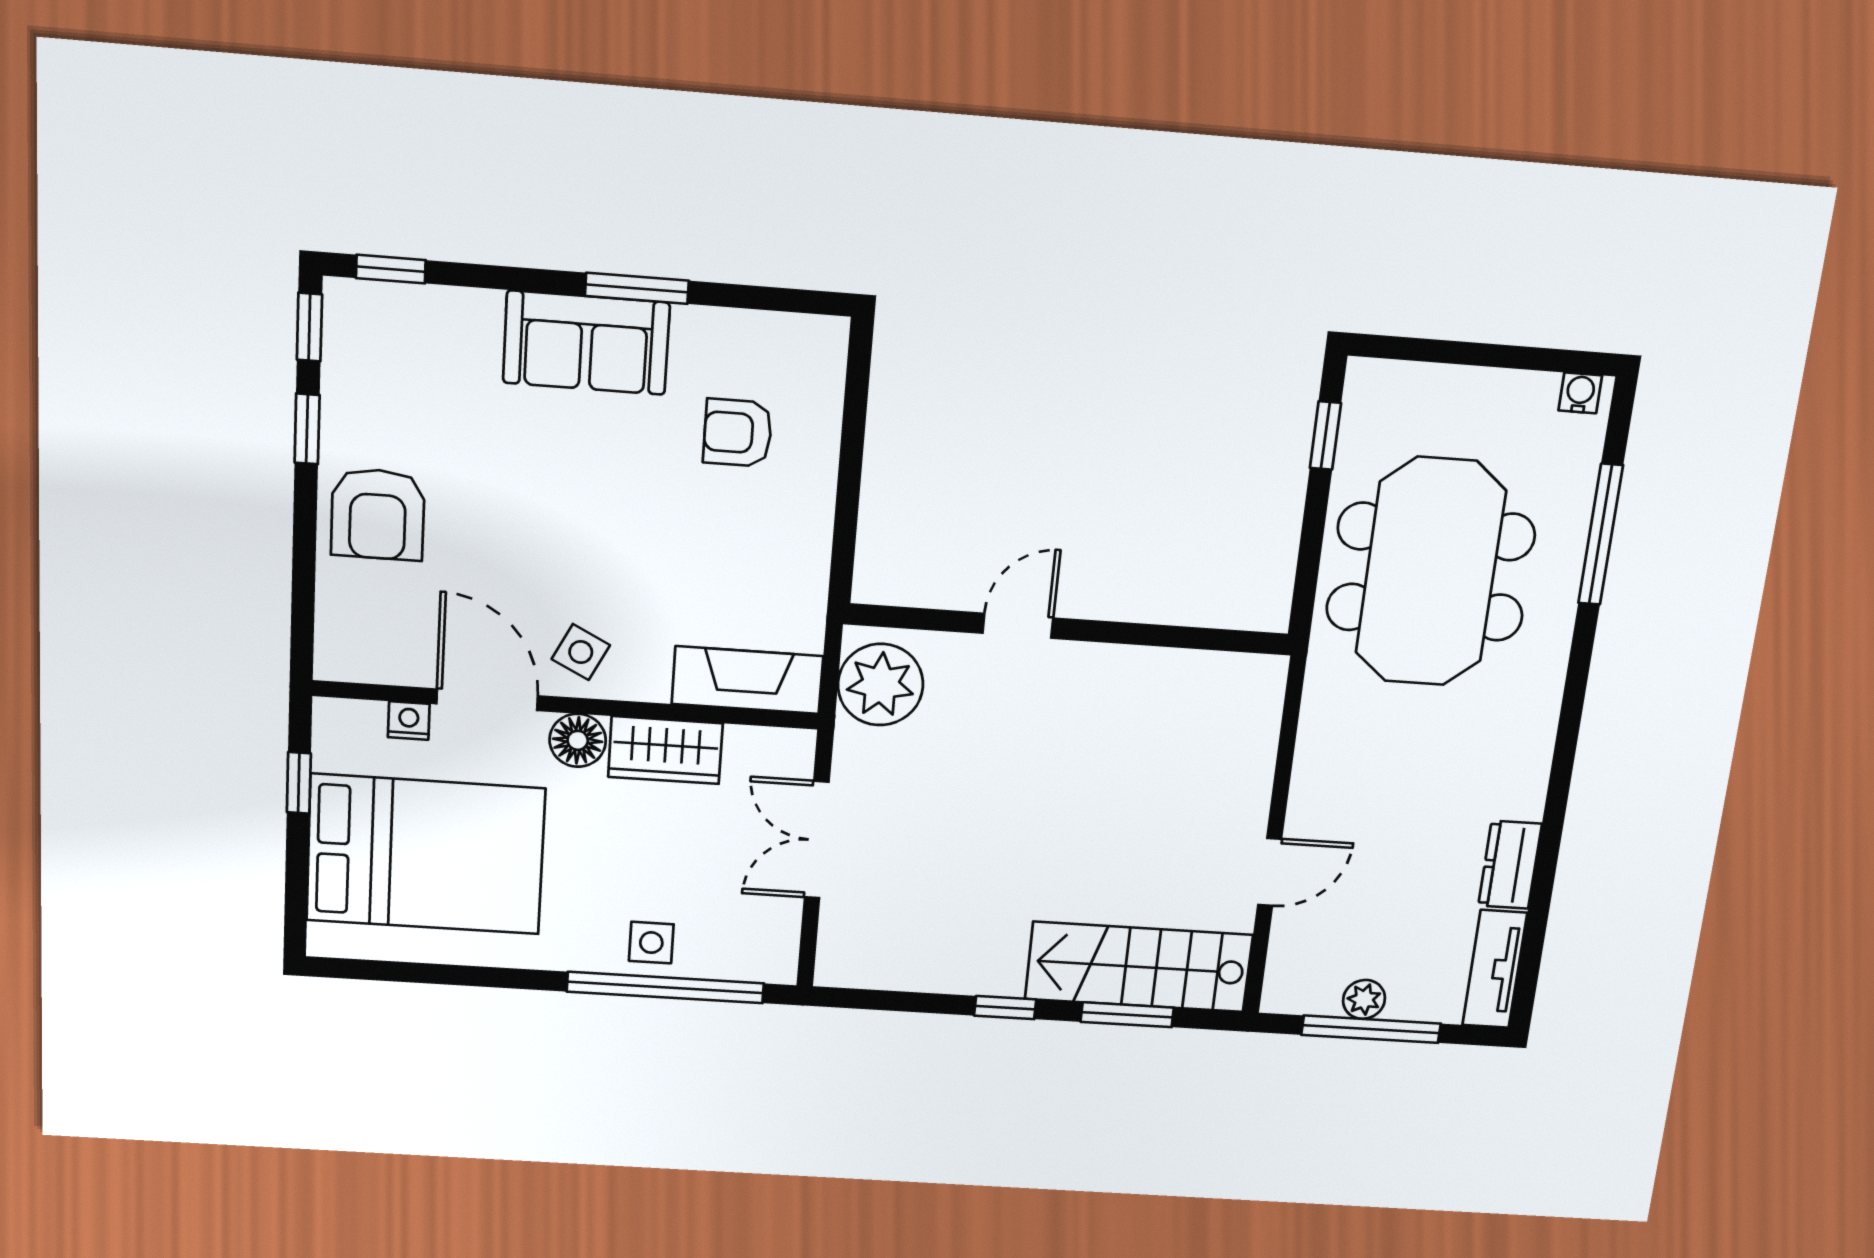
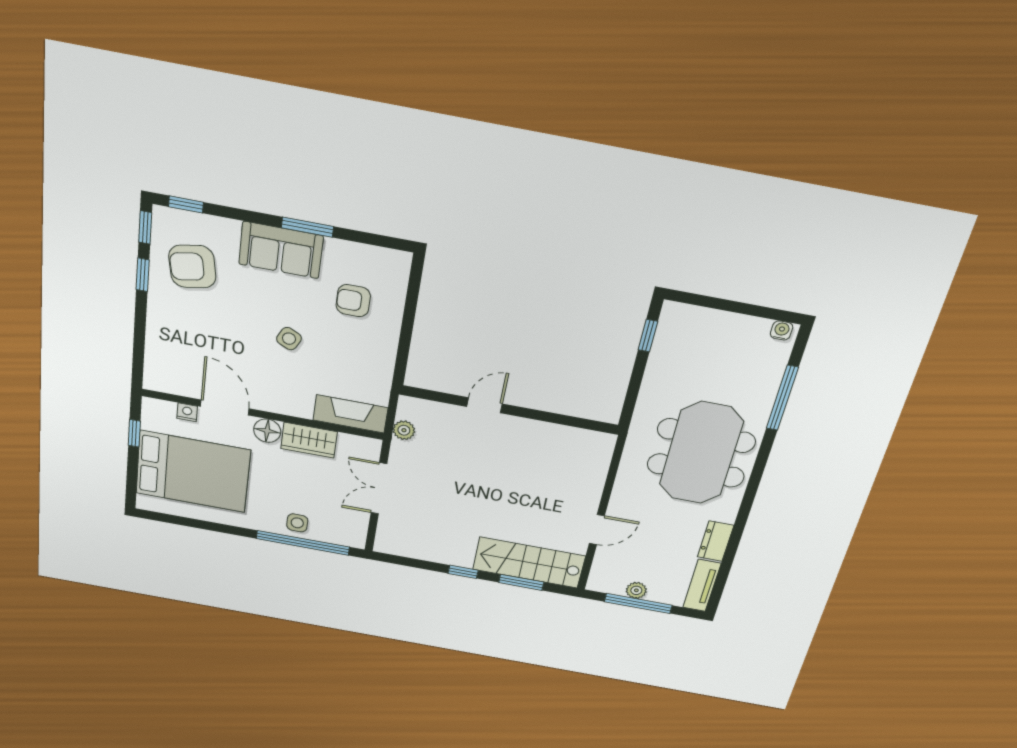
armchair: (378, 514) -> (192, 267), moved, turned 80
meeting table: (1431, 572) -> (701, 453), moved
side table: (581, 652) -> (289, 339), moved
plant: (880, 685) -> (404, 430), width x0.53, depth x0.53

